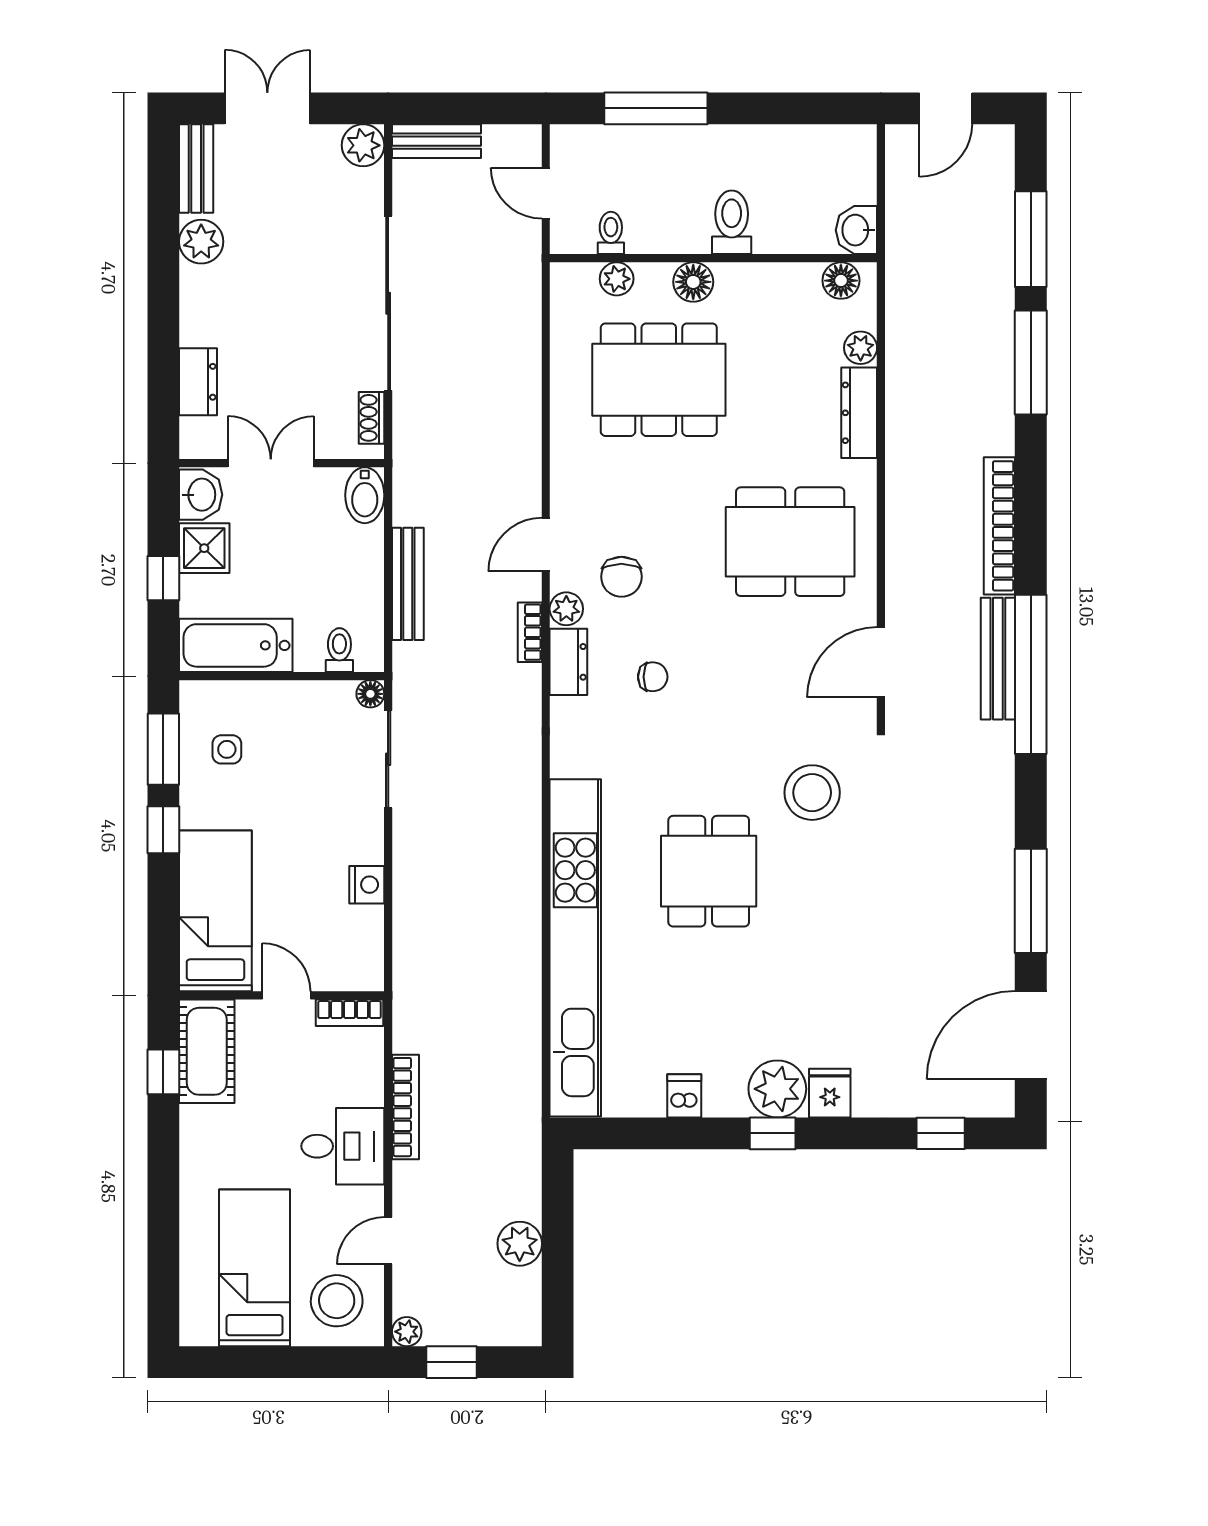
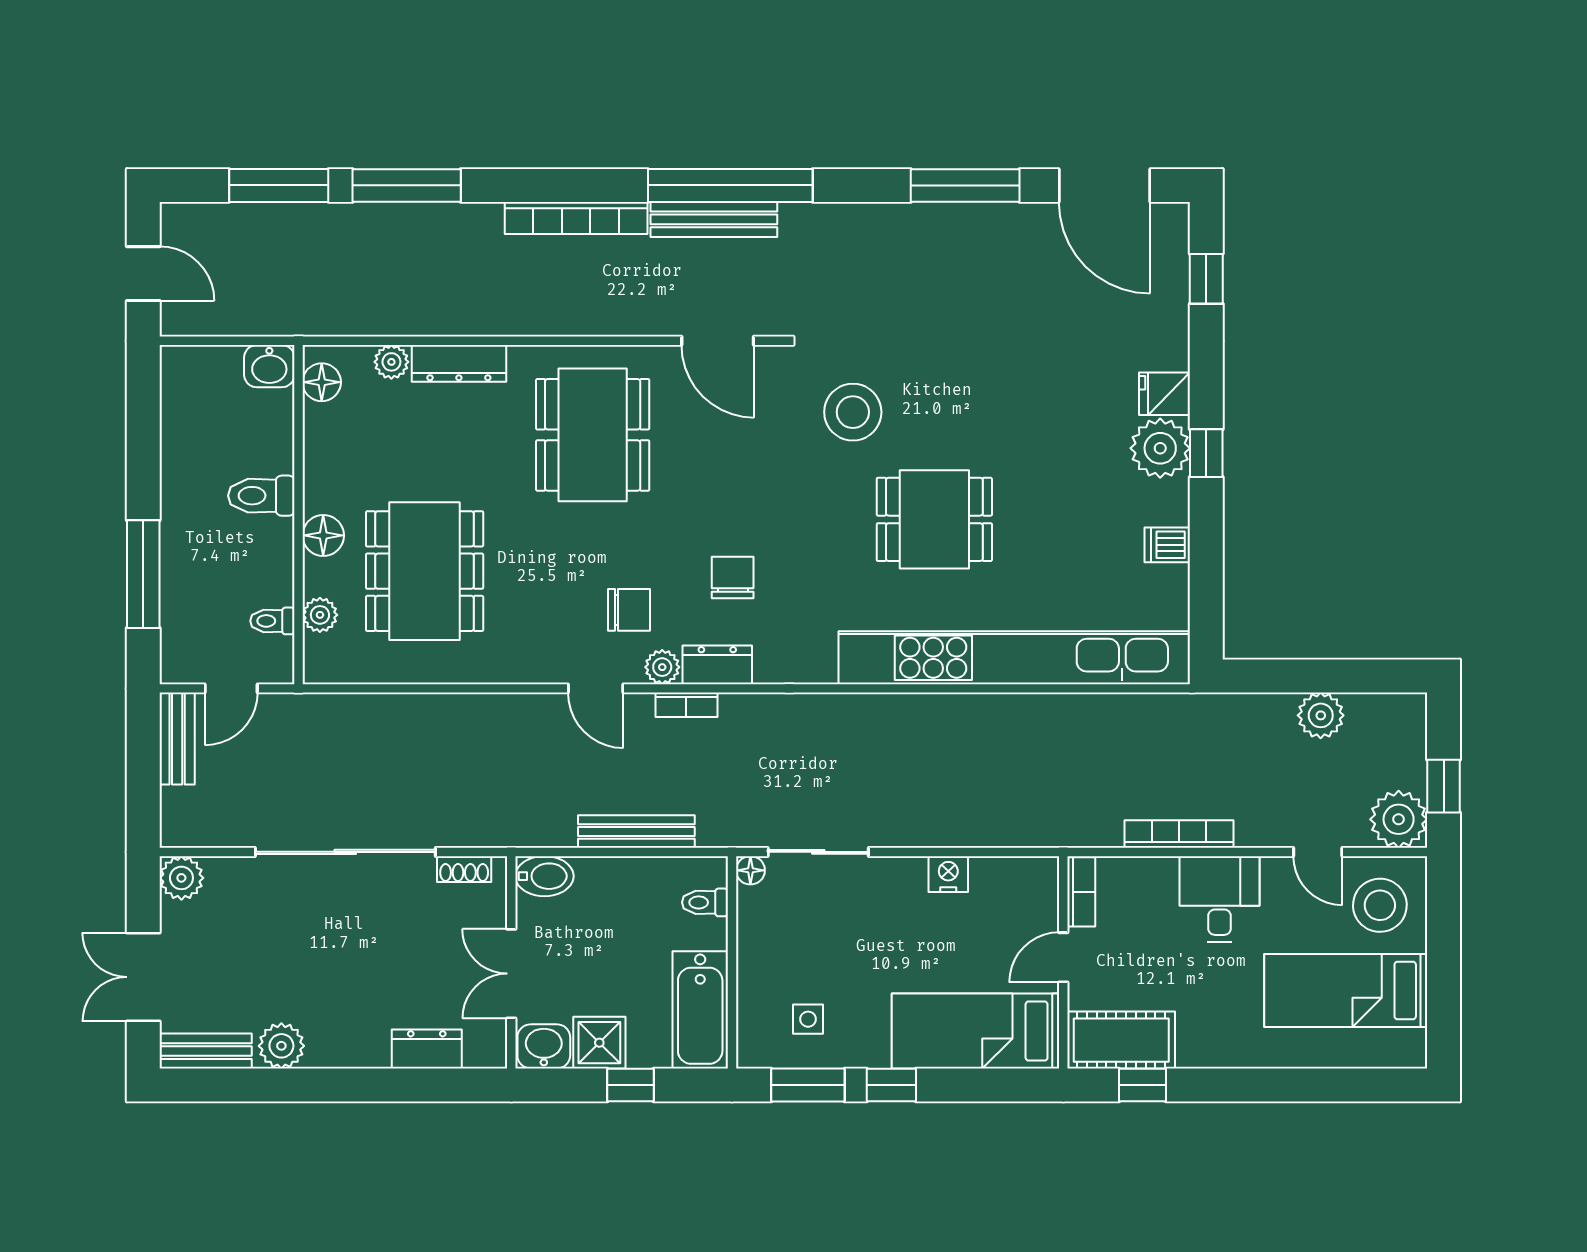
bench: (436, 141) -> (177, 739), moved
chair: (653, 677) -> (733, 578), width x1.37, depth x1.37
plant: (407, 1332) -> (1399, 819), width x1.87, depth x1.87

